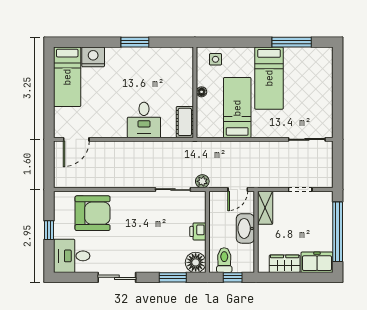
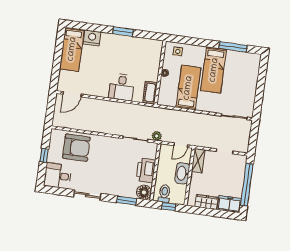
printer: (198, 231) -> (146, 170), width x1.87, depth x1.48

